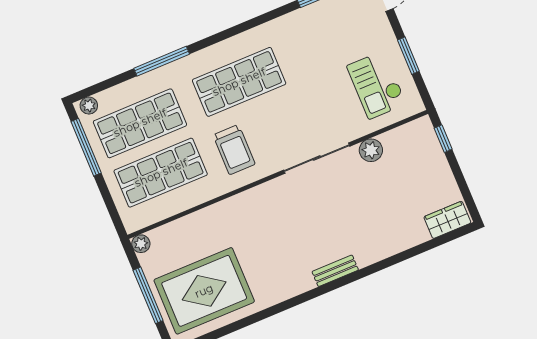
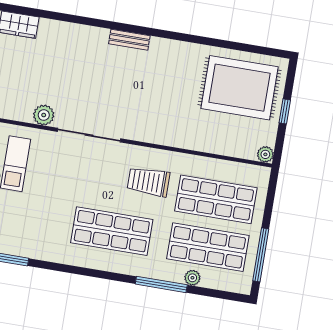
plant: (89, 106) -> (192, 278), moved
trolley: (234, 150) -> (148, 182), turned -90
window: (148, 295) -> (285, 111), width x0.46

